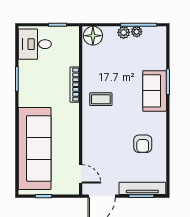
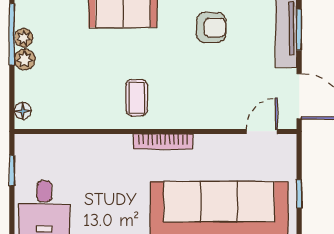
floor lamp: (93, 36) -> (23, 111), width x0.53, depth x0.53
bookcase: (75, 85) -> (163, 142), moved

